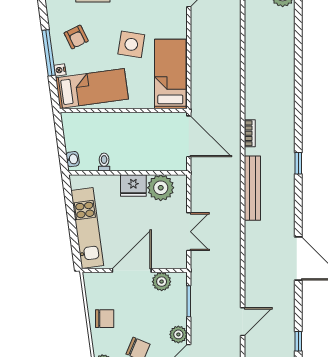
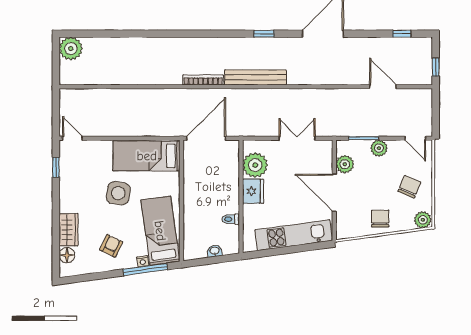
armchair: (76, 37) -> (111, 246), turned -38
window: (49, 53) -> (145, 269), moved
bookcase: (250, 133) -> (203, 80), width x1.56
washbasin: (73, 159) -> (215, 251), moved
window: (298, 163) -> (264, 34), moved
plant: (178, 334) -> (379, 148), moved

